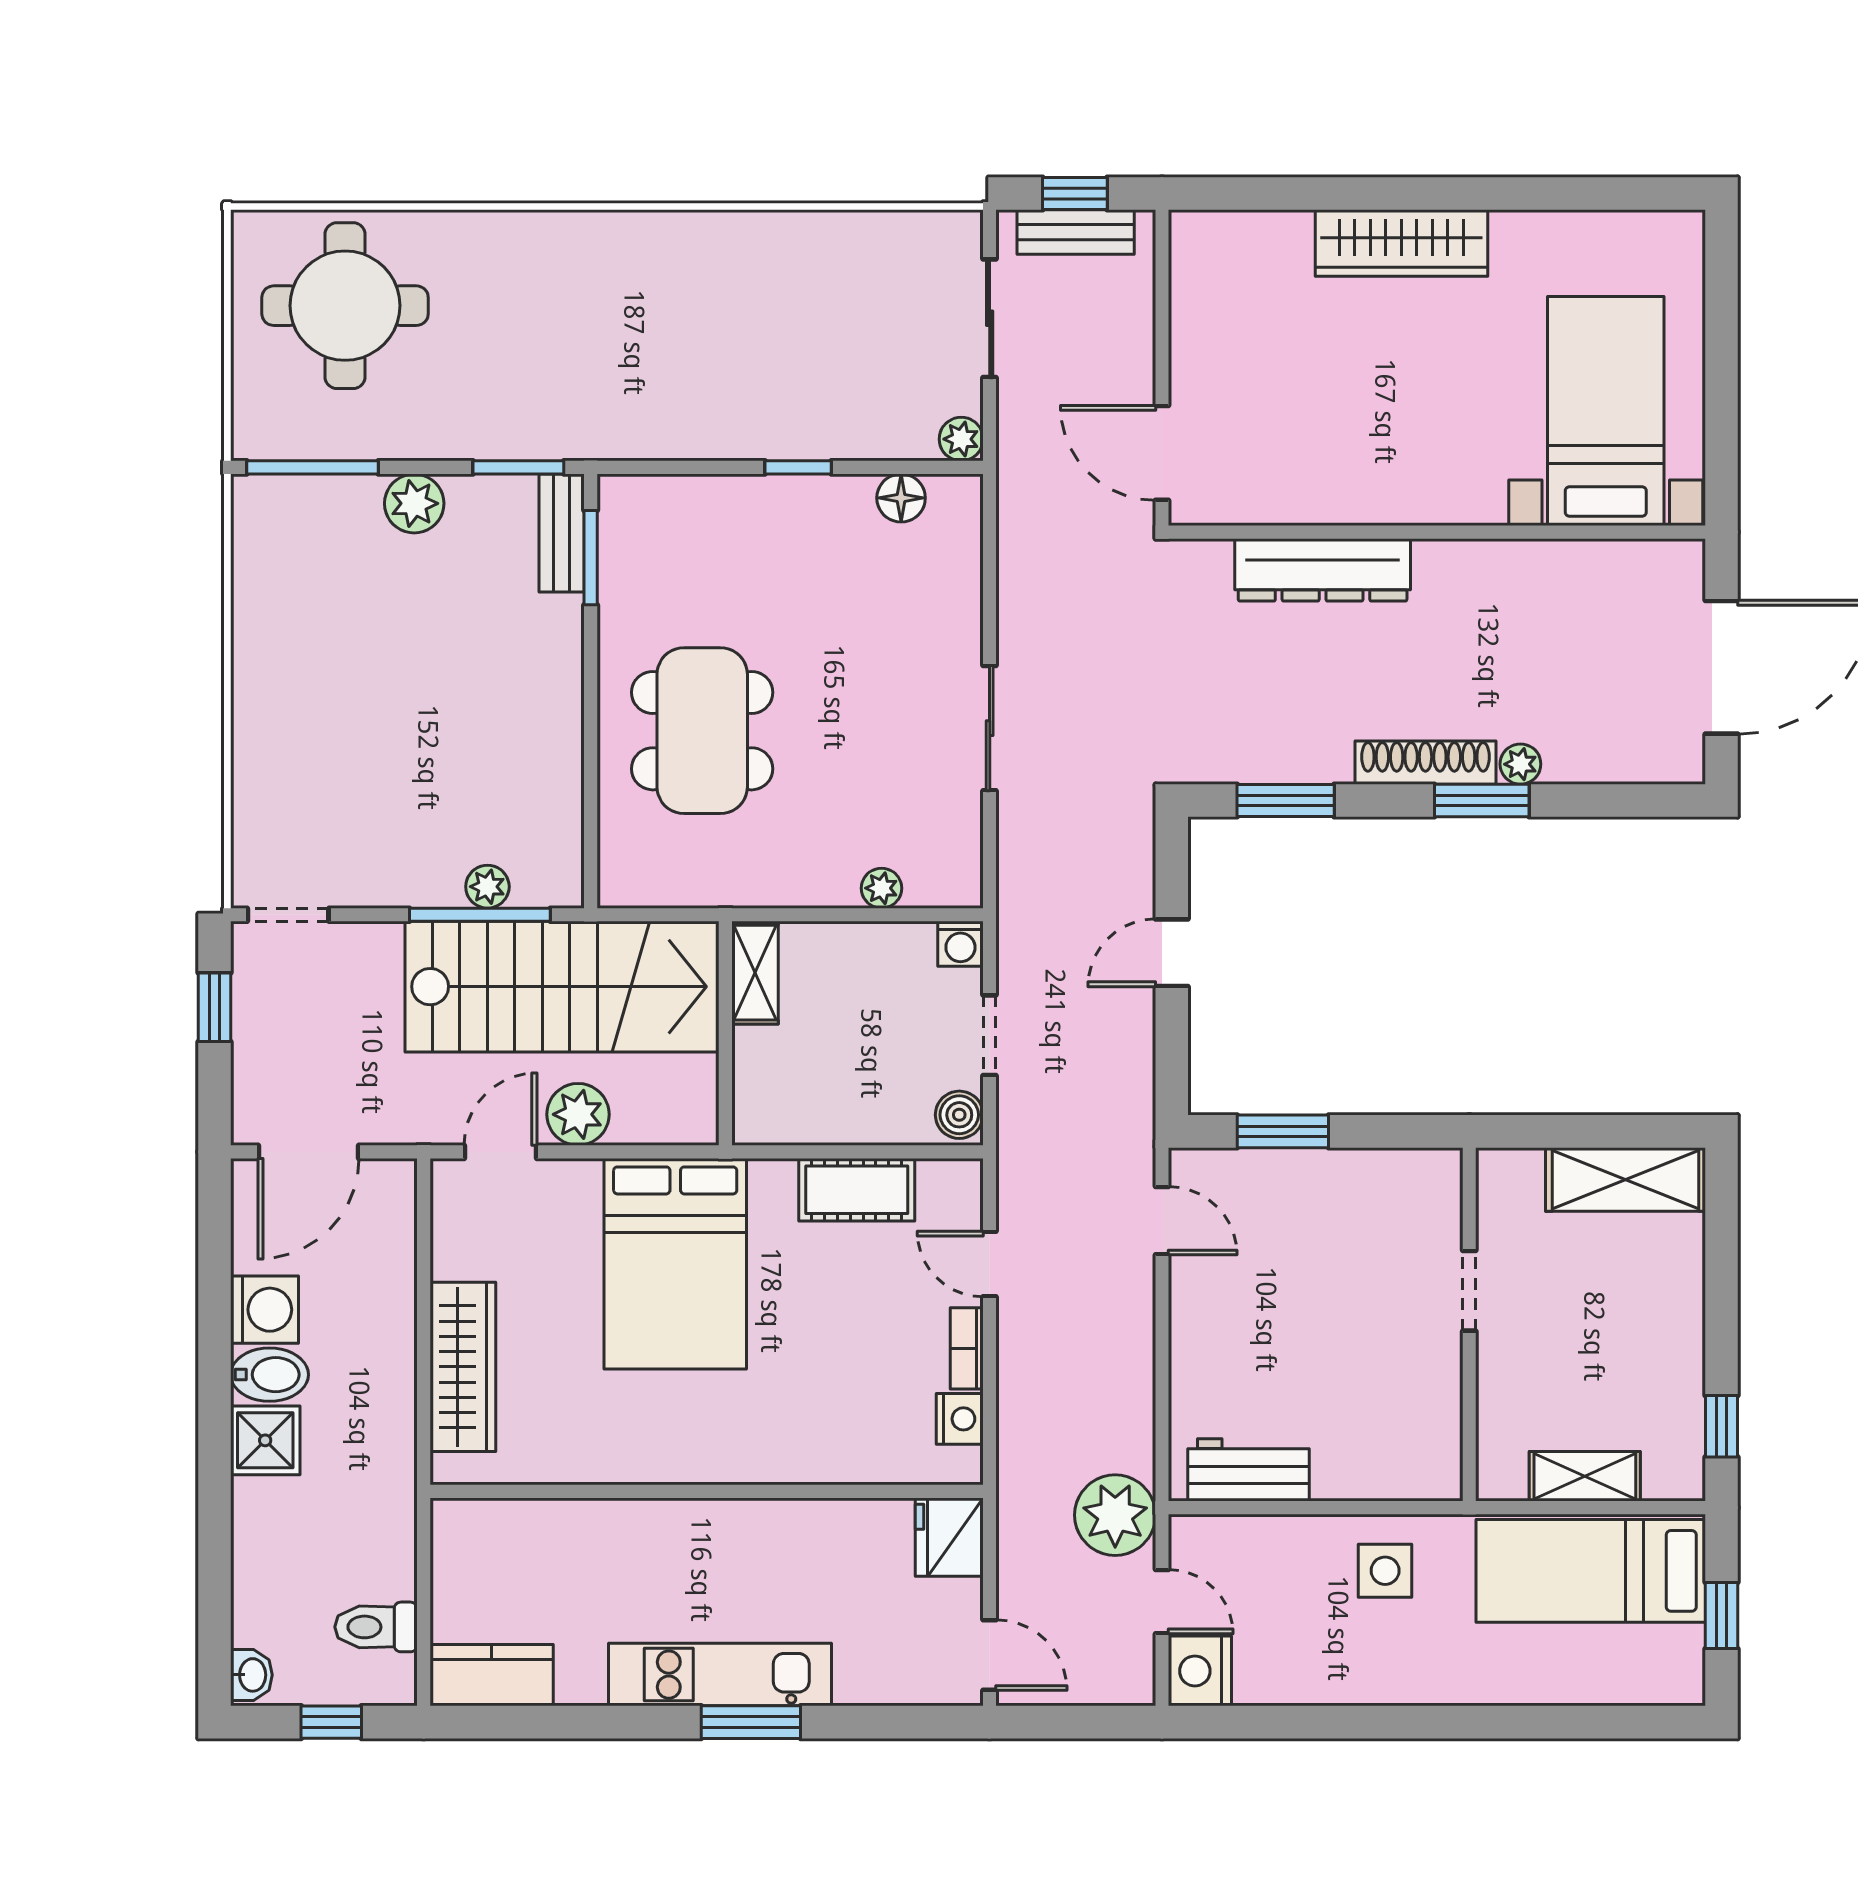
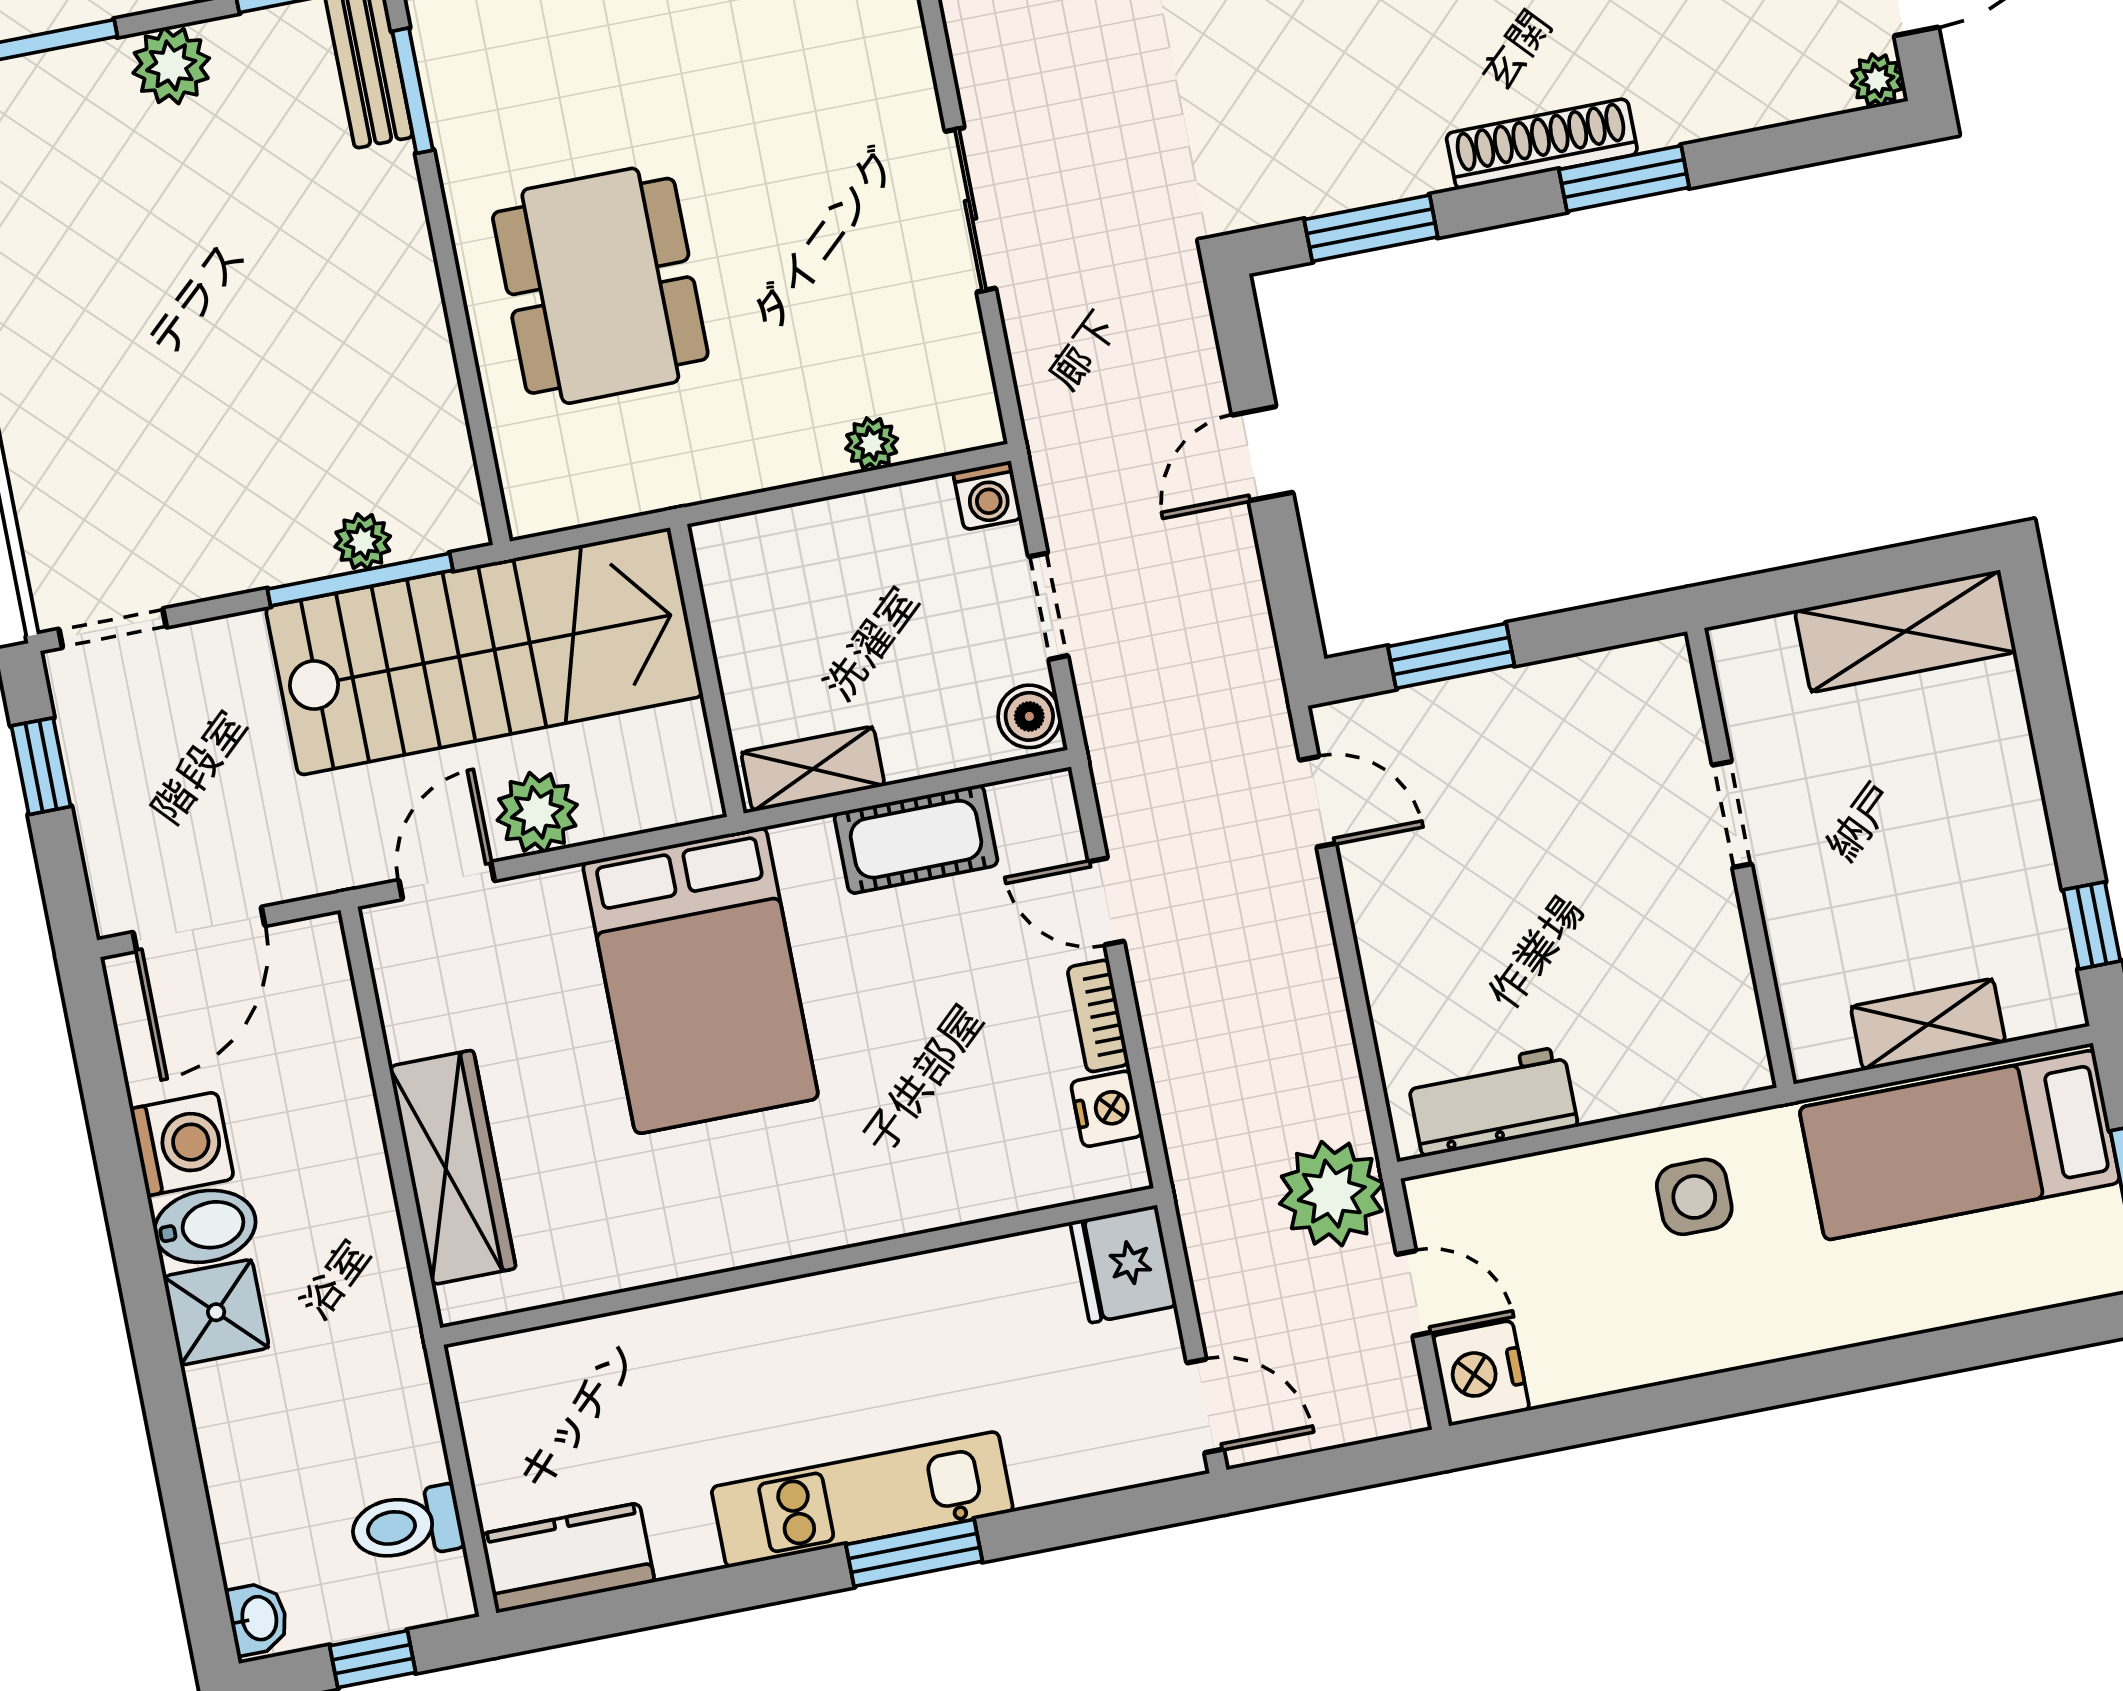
plant: (1520, 764) -> (1877, 80), moved
shelving: (755, 973) -> (813, 769), moved, turned 90

